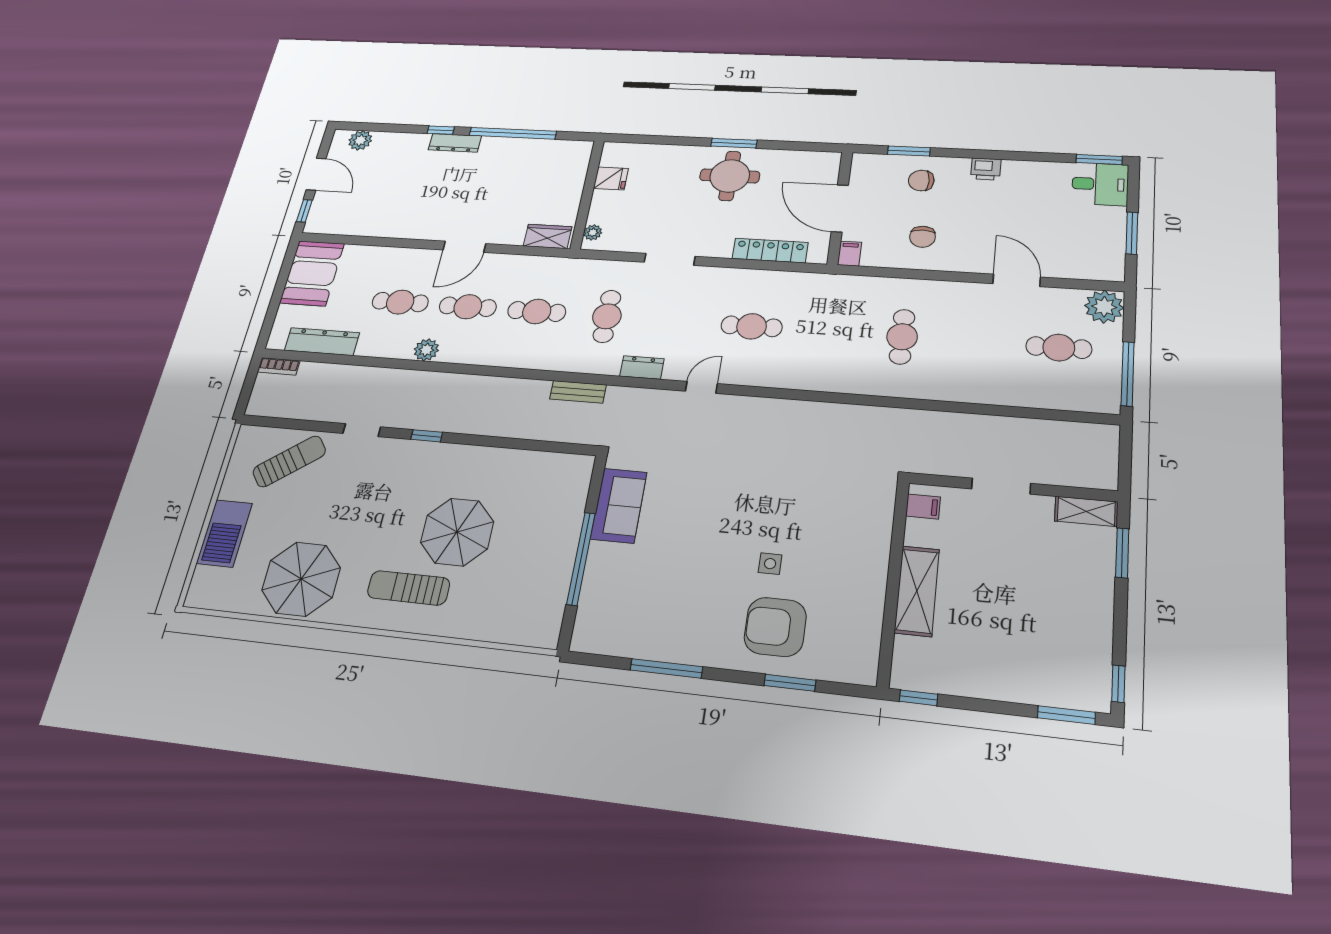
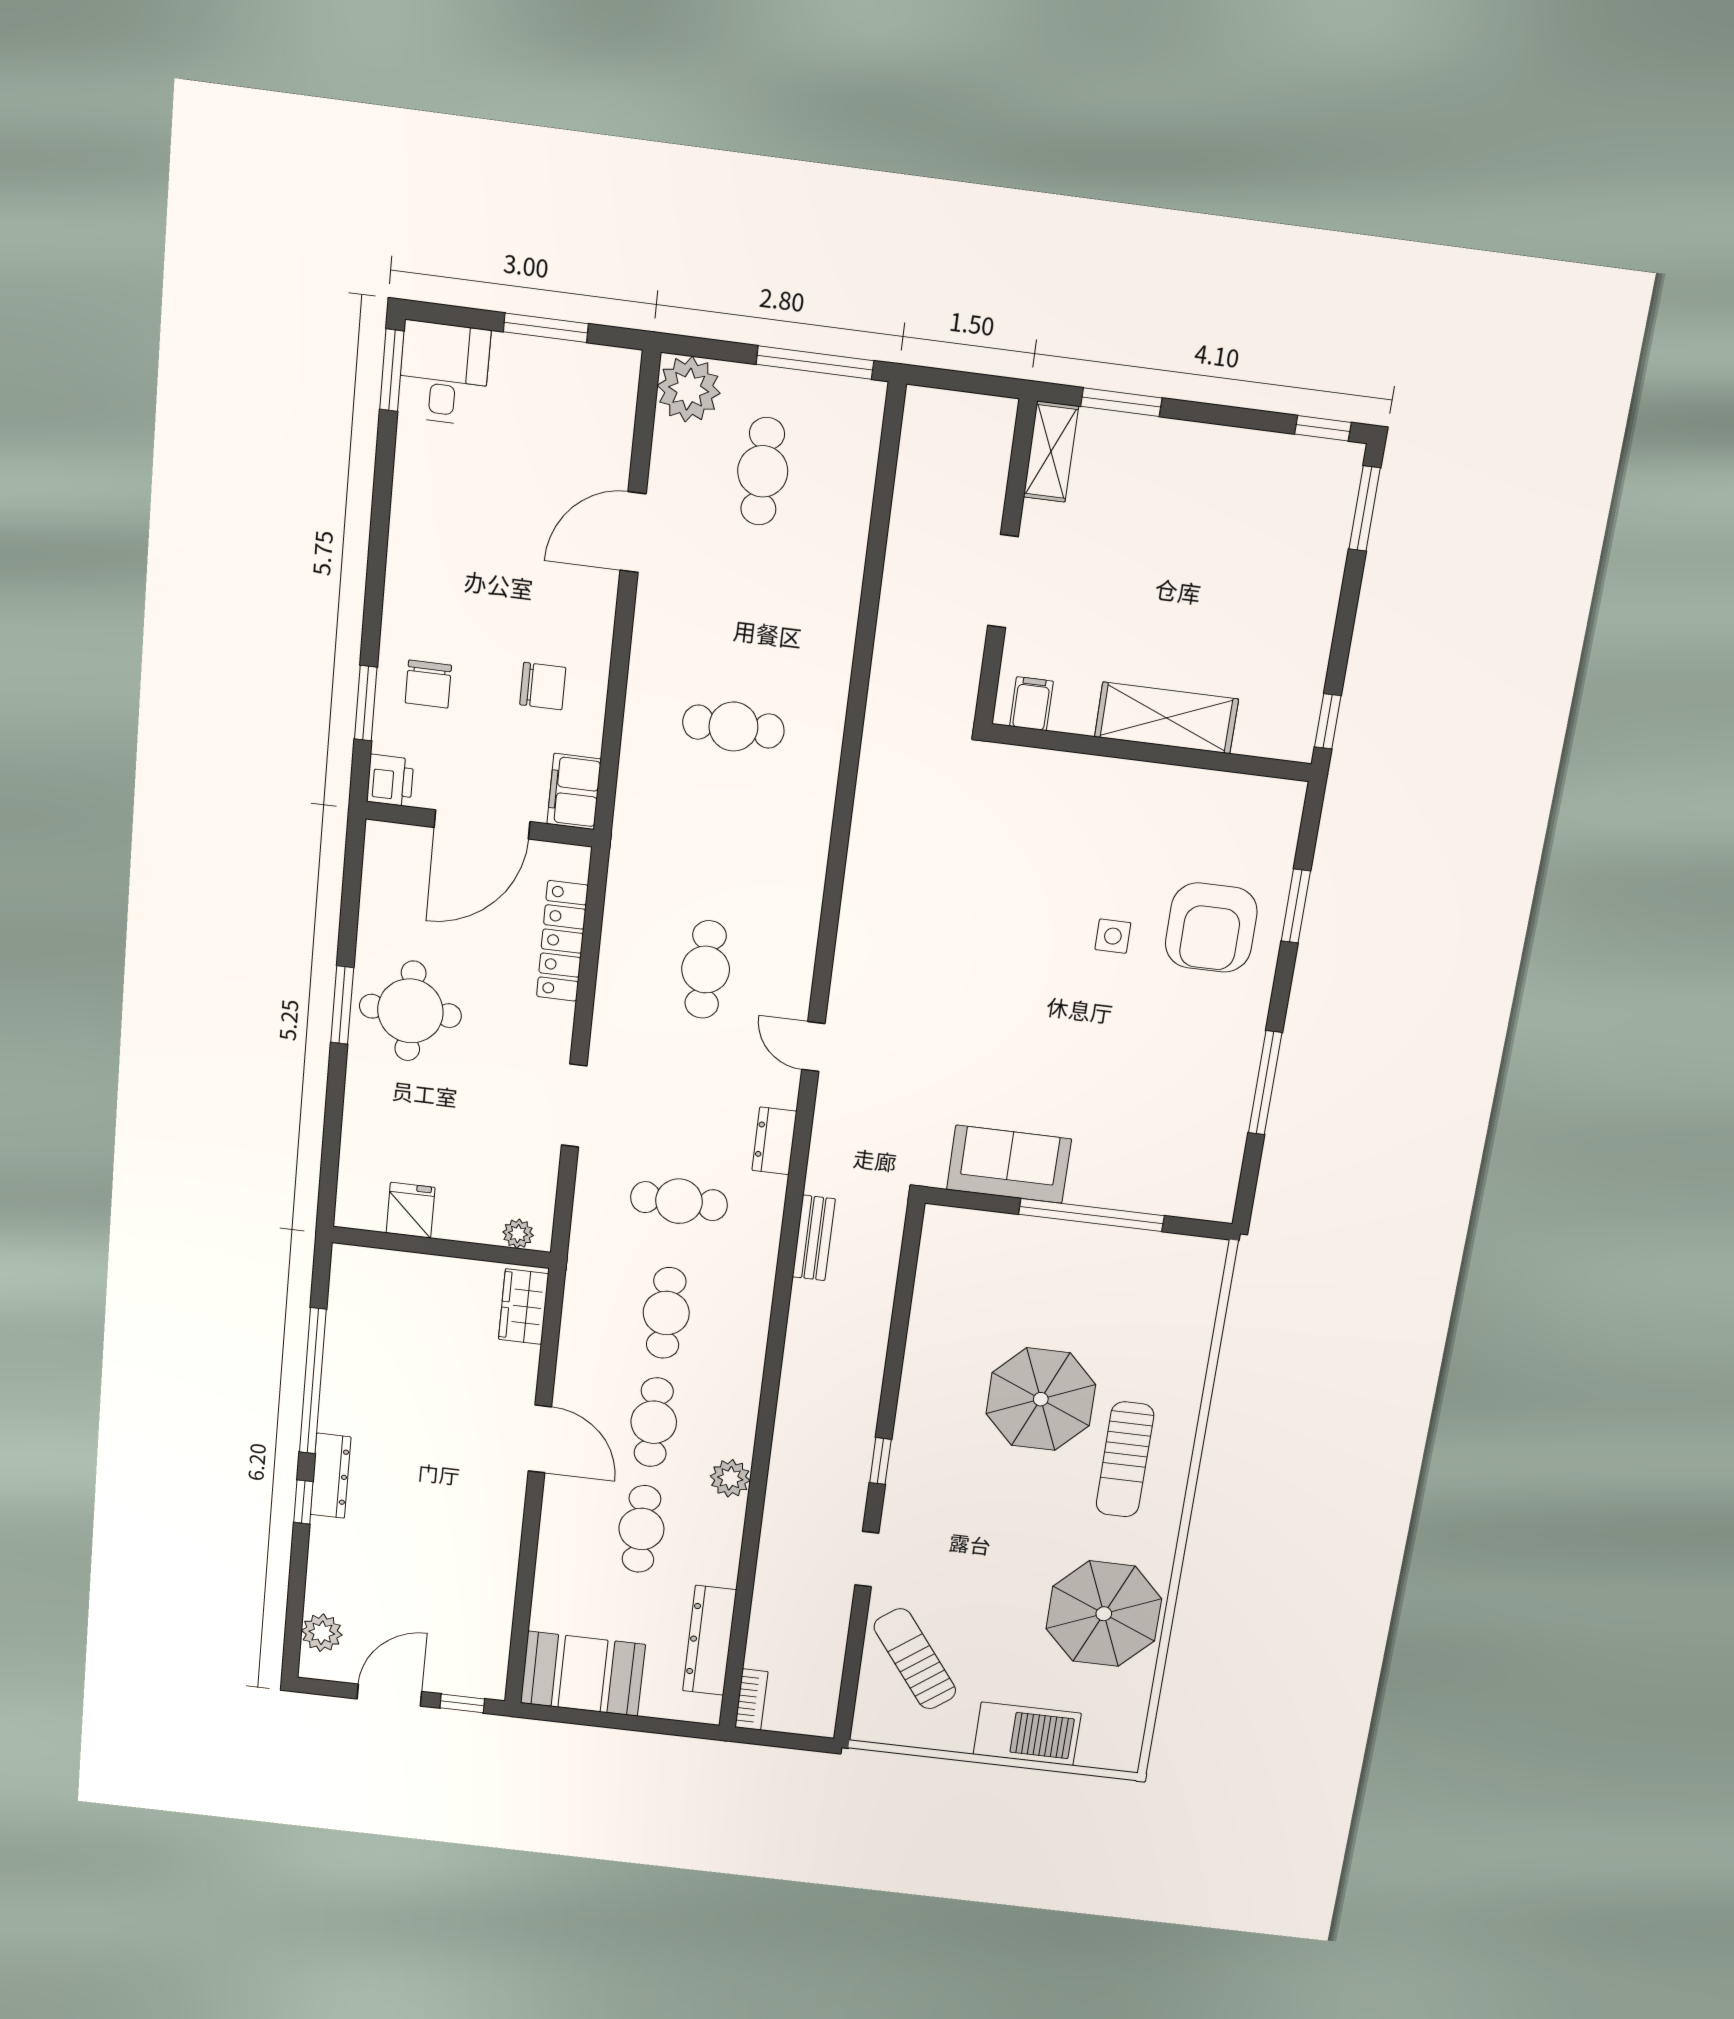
printer: (986, 169) -> (390, 780), moved
filing cabinet: (850, 254) -> (574, 792), width x2.00

